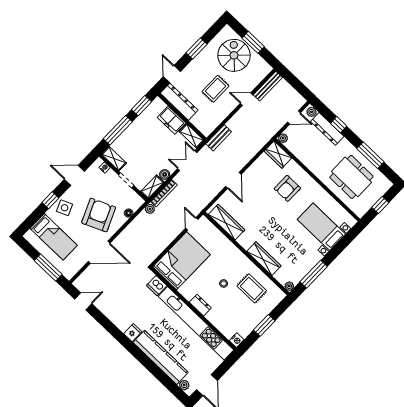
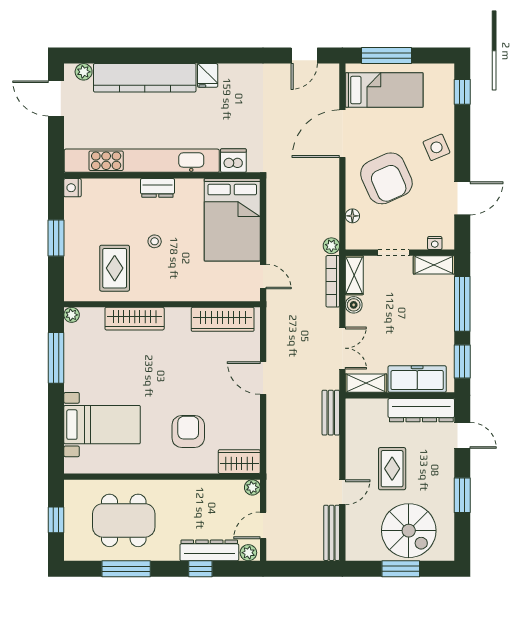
freezer: (172, 120) -> (417, 379), width x1.40
window: (50, 200) -> (462, 92), moved
bed: (54, 237) -> (384, 90), moved, turned 180
rug: (252, 288) -> (115, 268), turned 90

